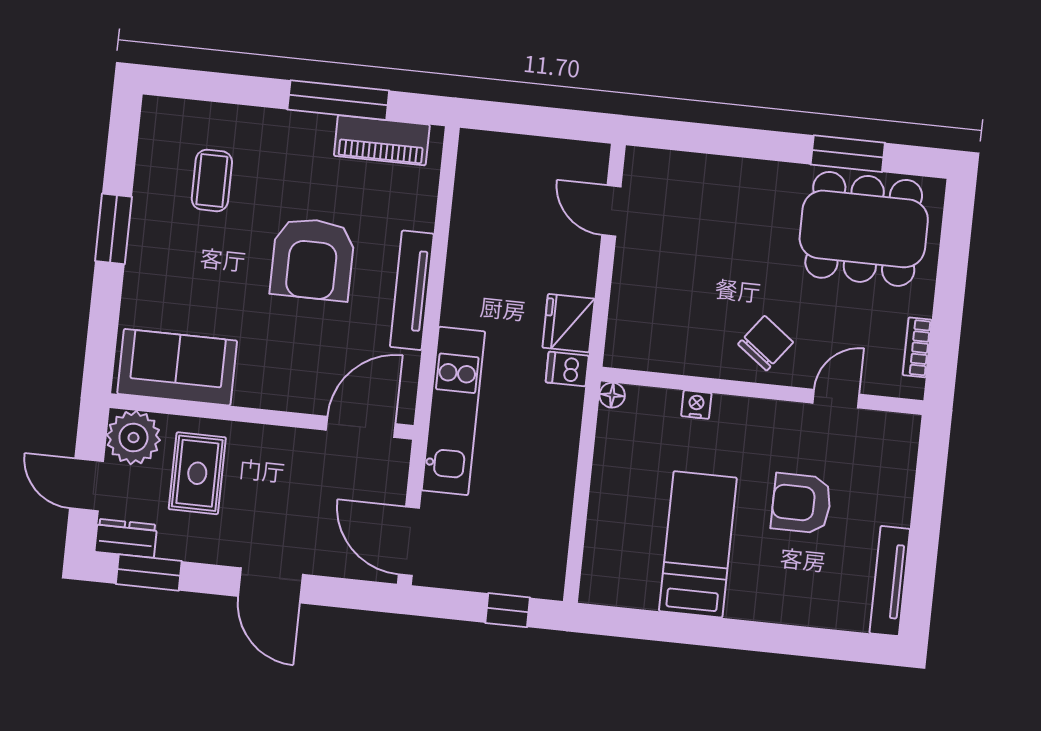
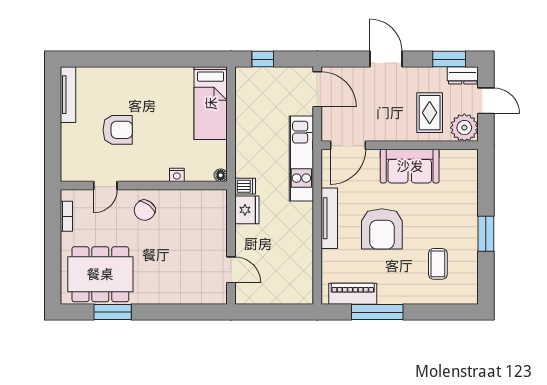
armchair: (312, 259) -> (382, 229), turned 180
sofa: (177, 367) -> (410, 166), moved
bed: (698, 544) -> (211, 103), moved

